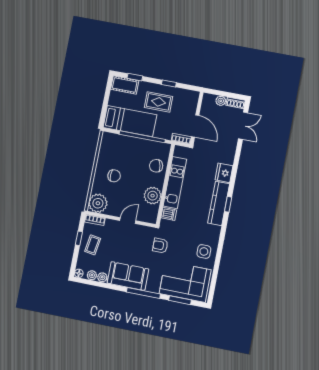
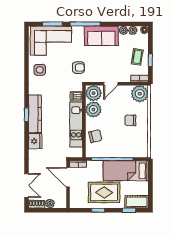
rug: (158, 102) -> (104, 192), width x1.36, depth x1.43
double door: (243, 126) -> (26, 185), swing flipped
plant: (149, 214) -> (94, 93), added

